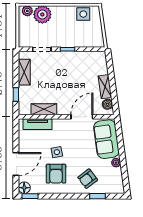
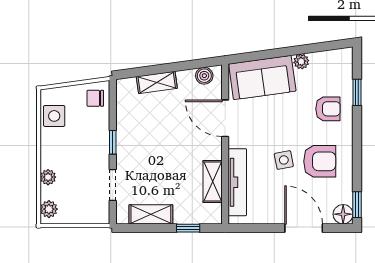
plant: (42, 14) -> (48, 177), width x0.53, depth x0.53
chair: (94, 39) -> (95, 98), added
shelving: (105, 87) -> (157, 82), moved
tv unit: (38, 124) -> (237, 182), width x1.41
armchair: (88, 179) -> (328, 109), turned -53

